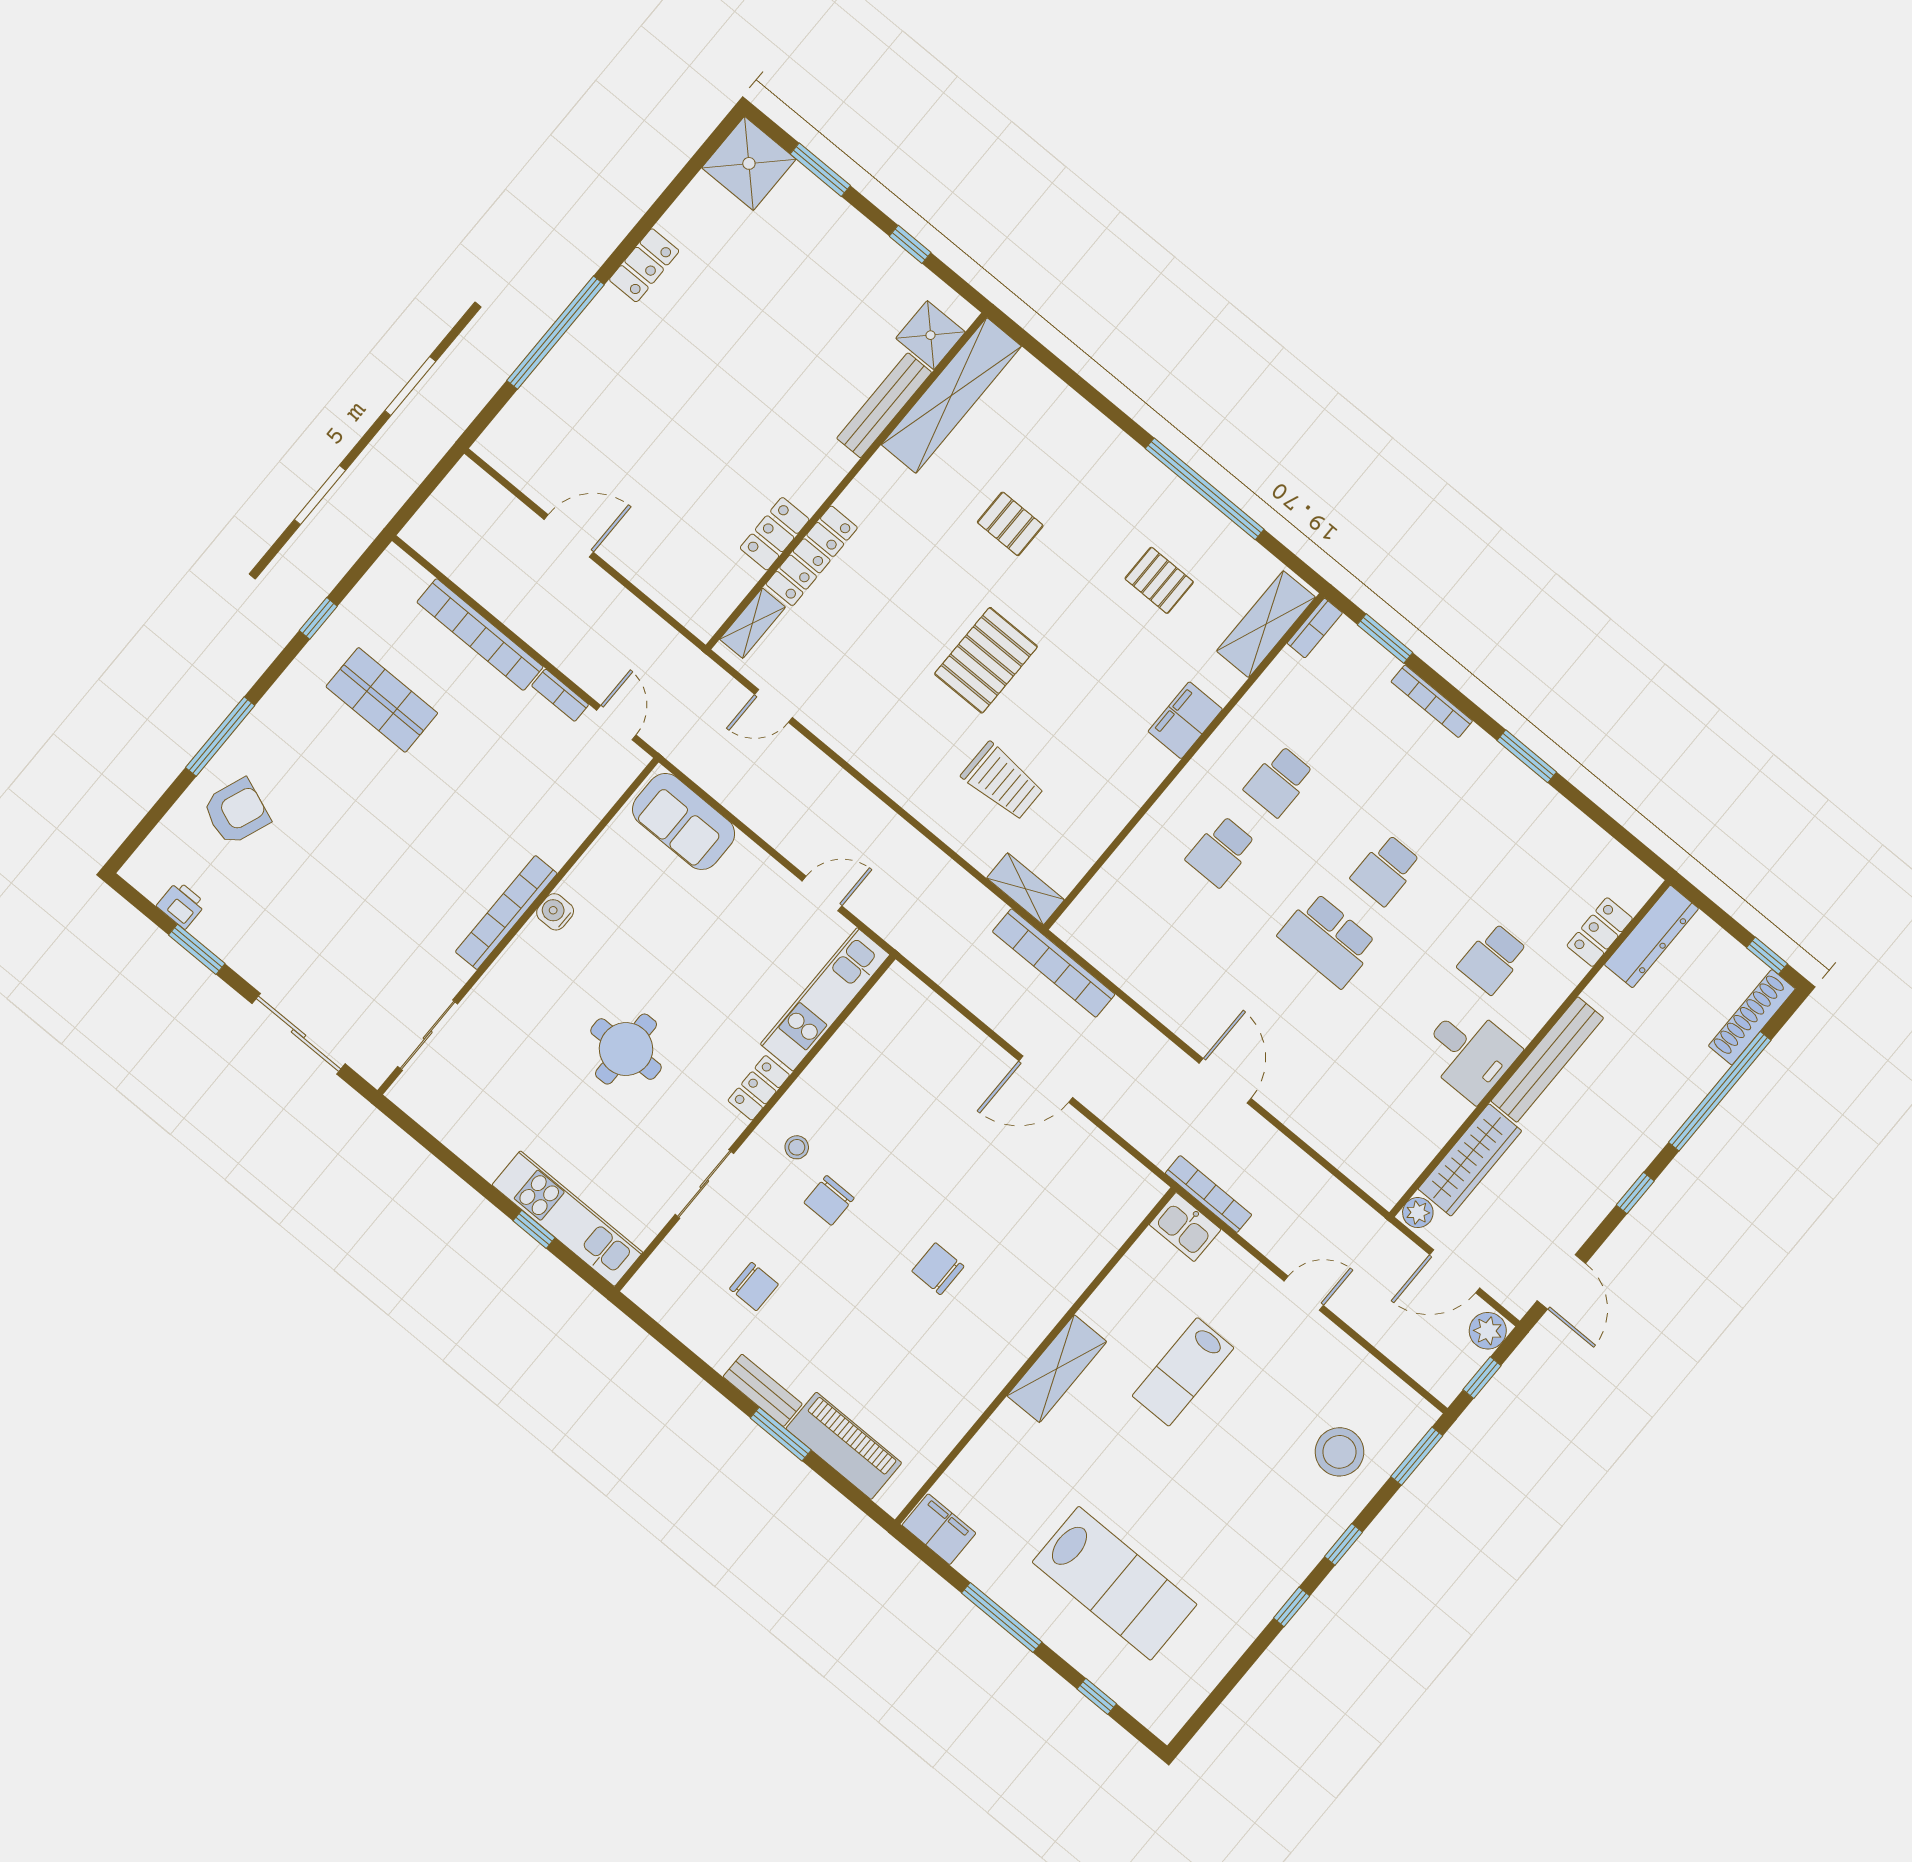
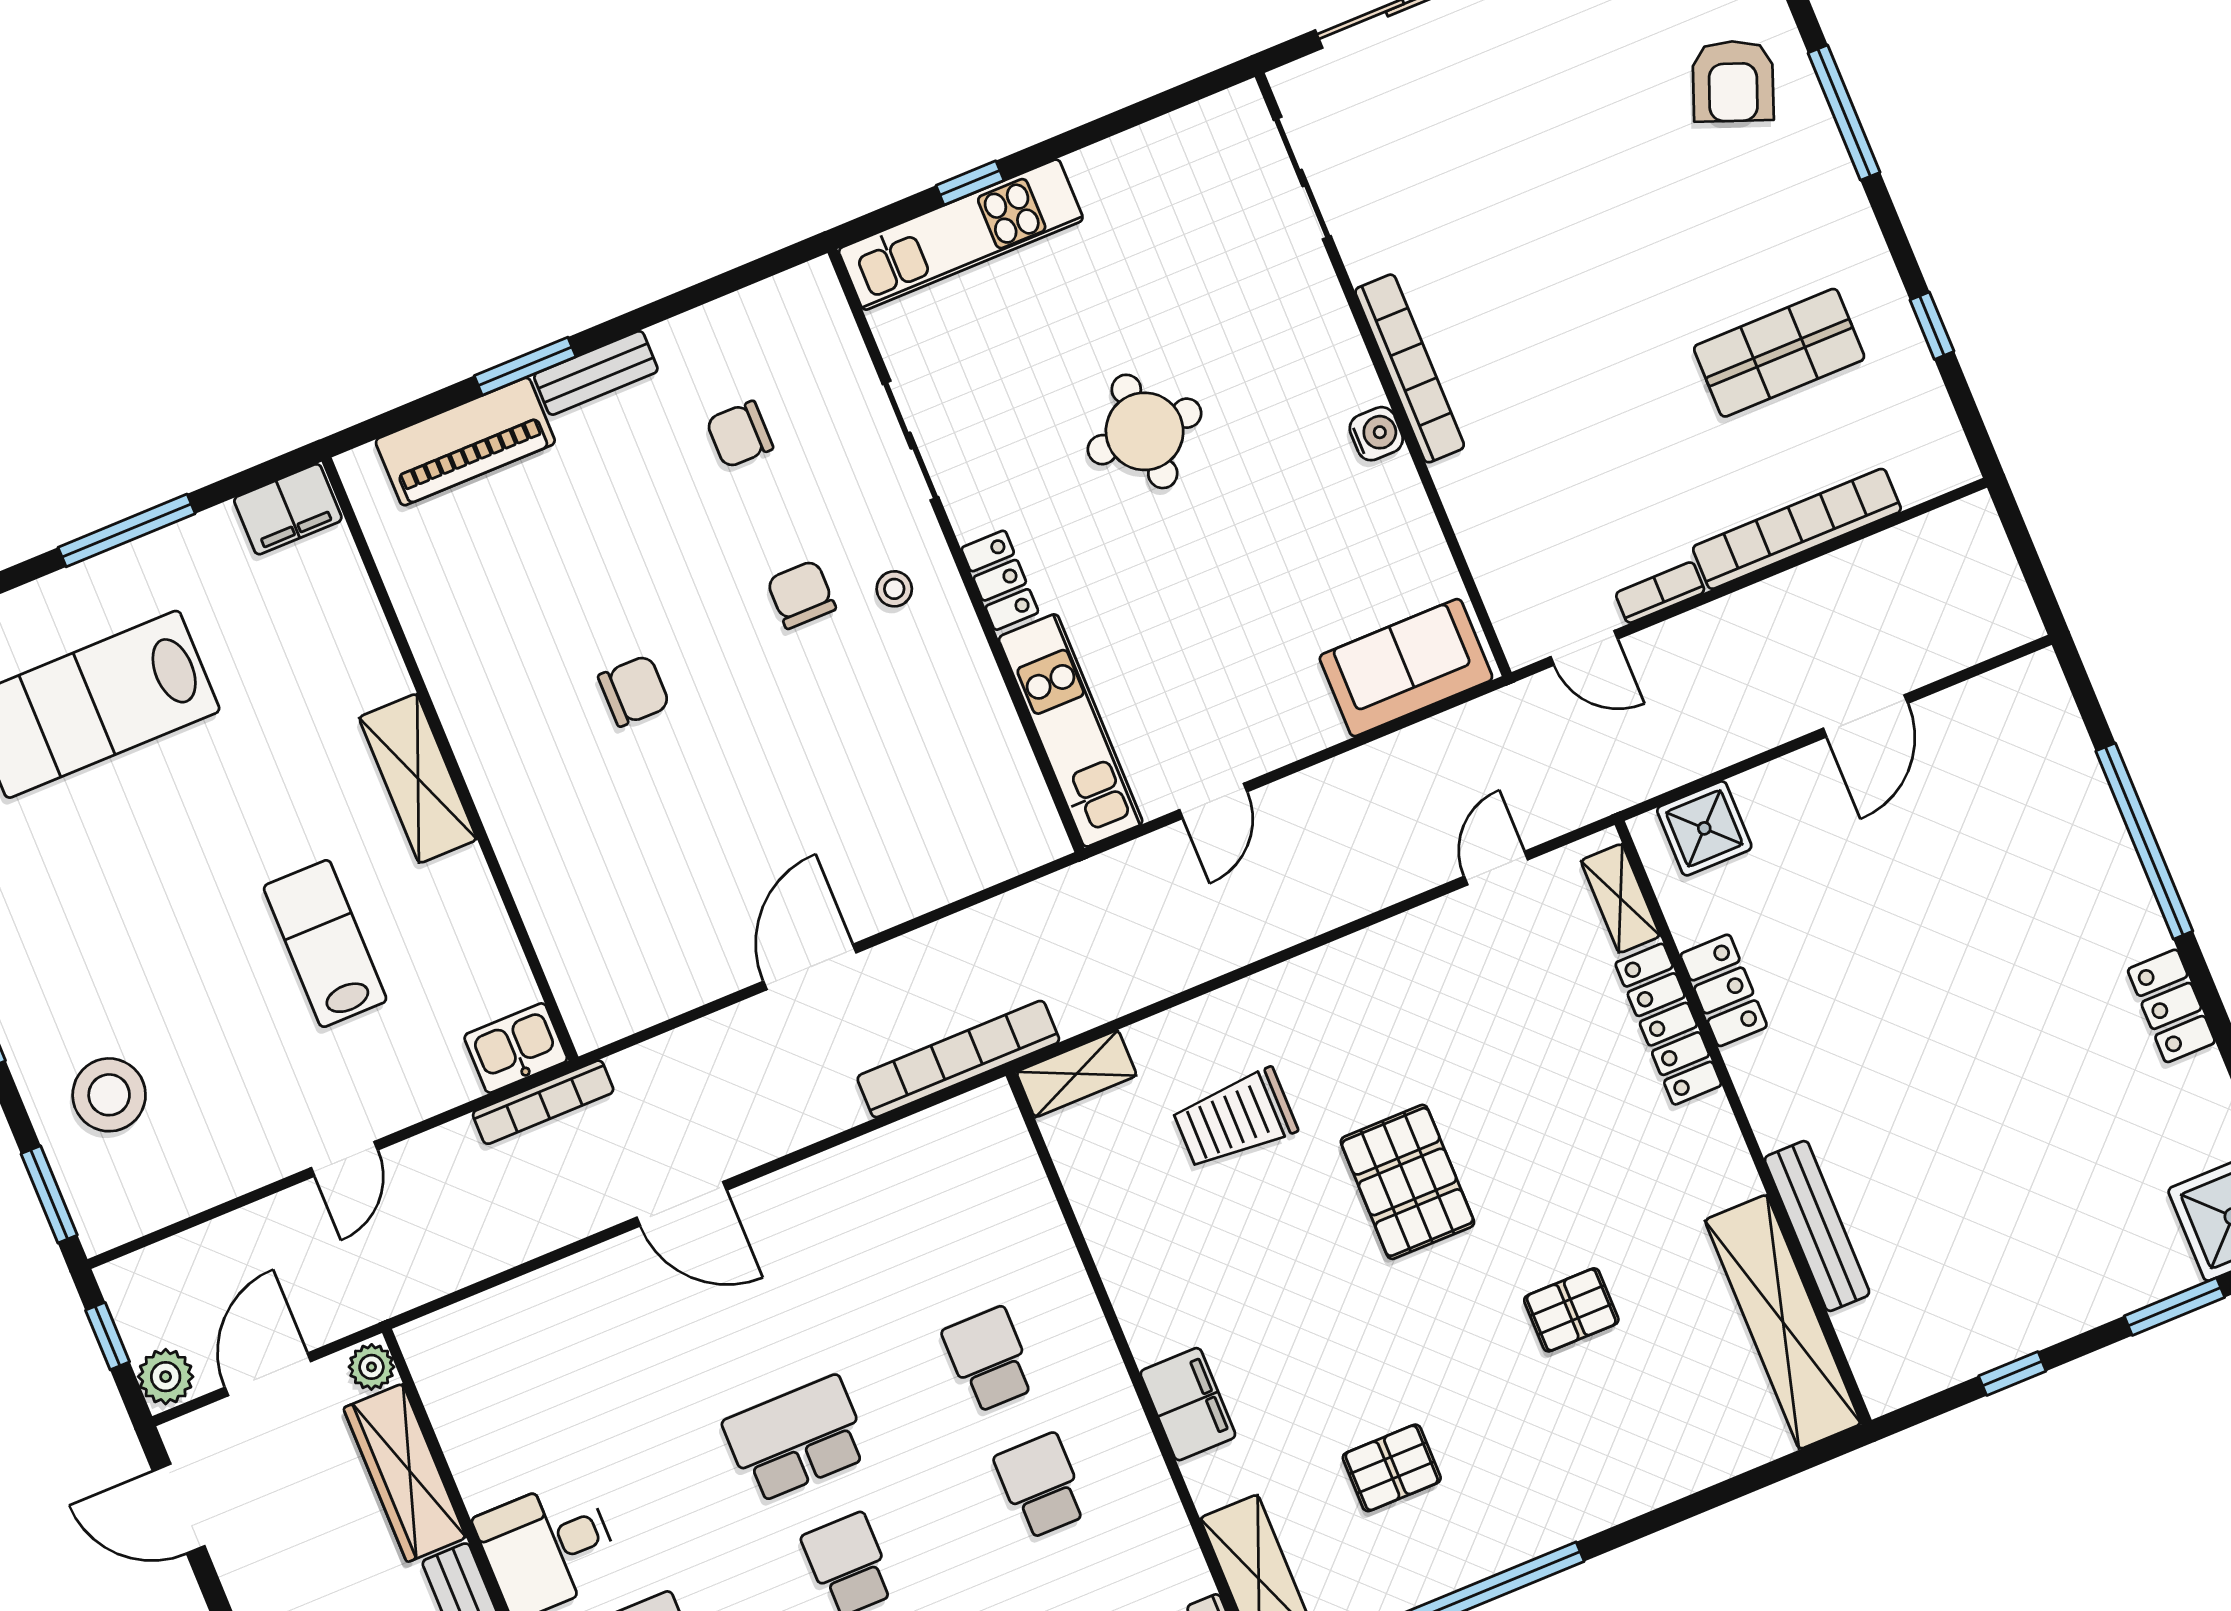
shower: (931, 335) -> (1704, 828), moved

